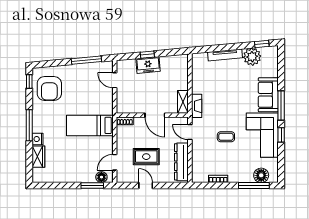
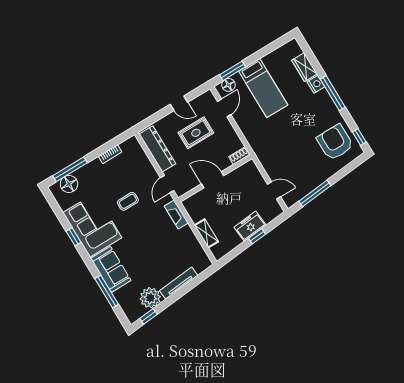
shelving: (183, 102) -> (206, 233), moved
window: (281, 106) -> (107, 291), moved
bed: (90, 125) -> (263, 88), moved, turned 90
door: (190, 132) -> (167, 184), swing flipped

